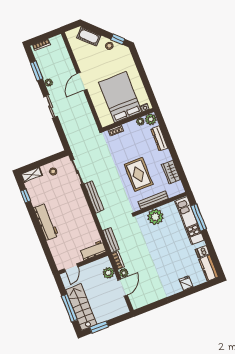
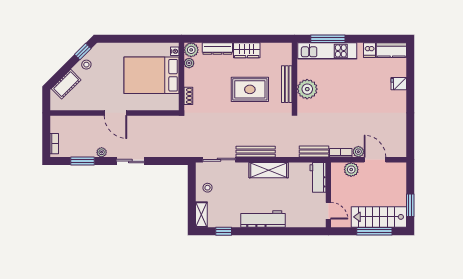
wardrobe: (171, 172) -> (247, 50), moved
shelving: (84, 212) -> (269, 170), added

